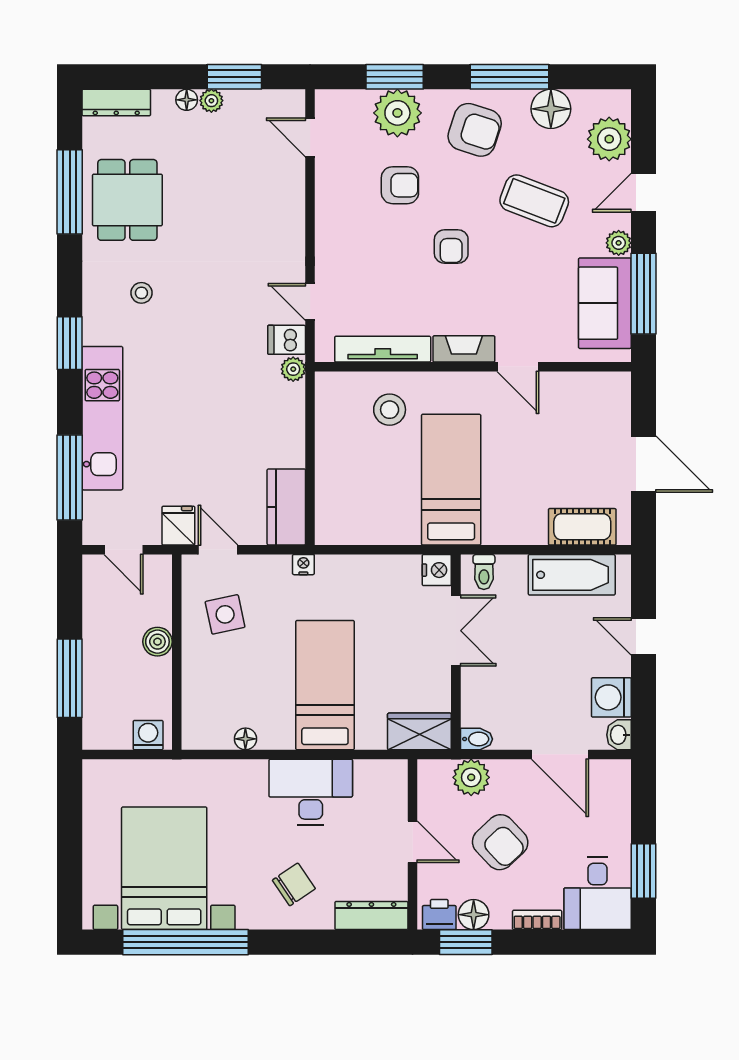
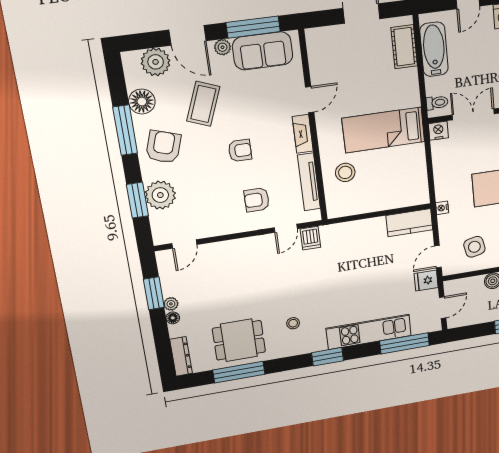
armchair: (400, 185) -> (257, 200), moved, turned -90
door: (644, 193) -> (187, 35), width x1.38
plant: (293, 369) -> (327, 232), removed

